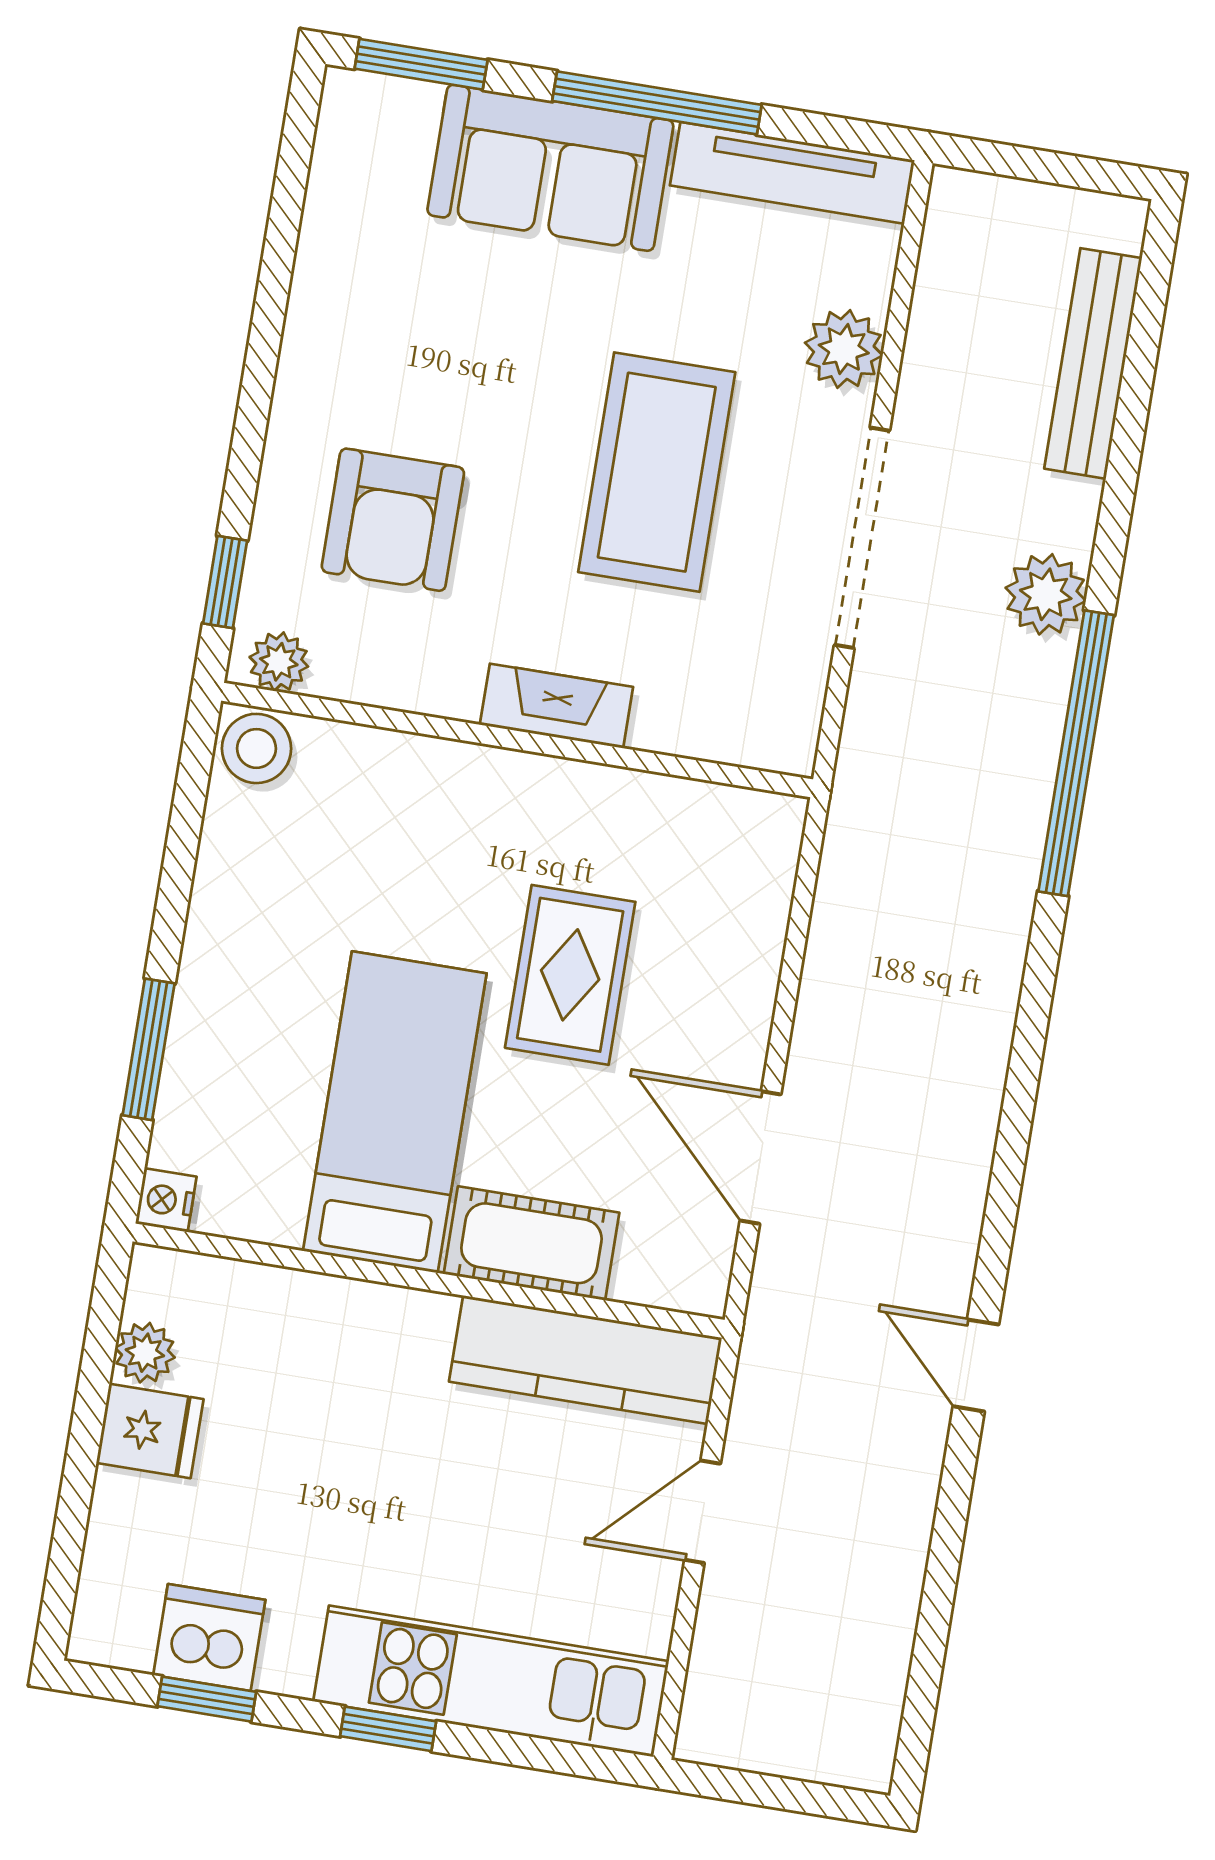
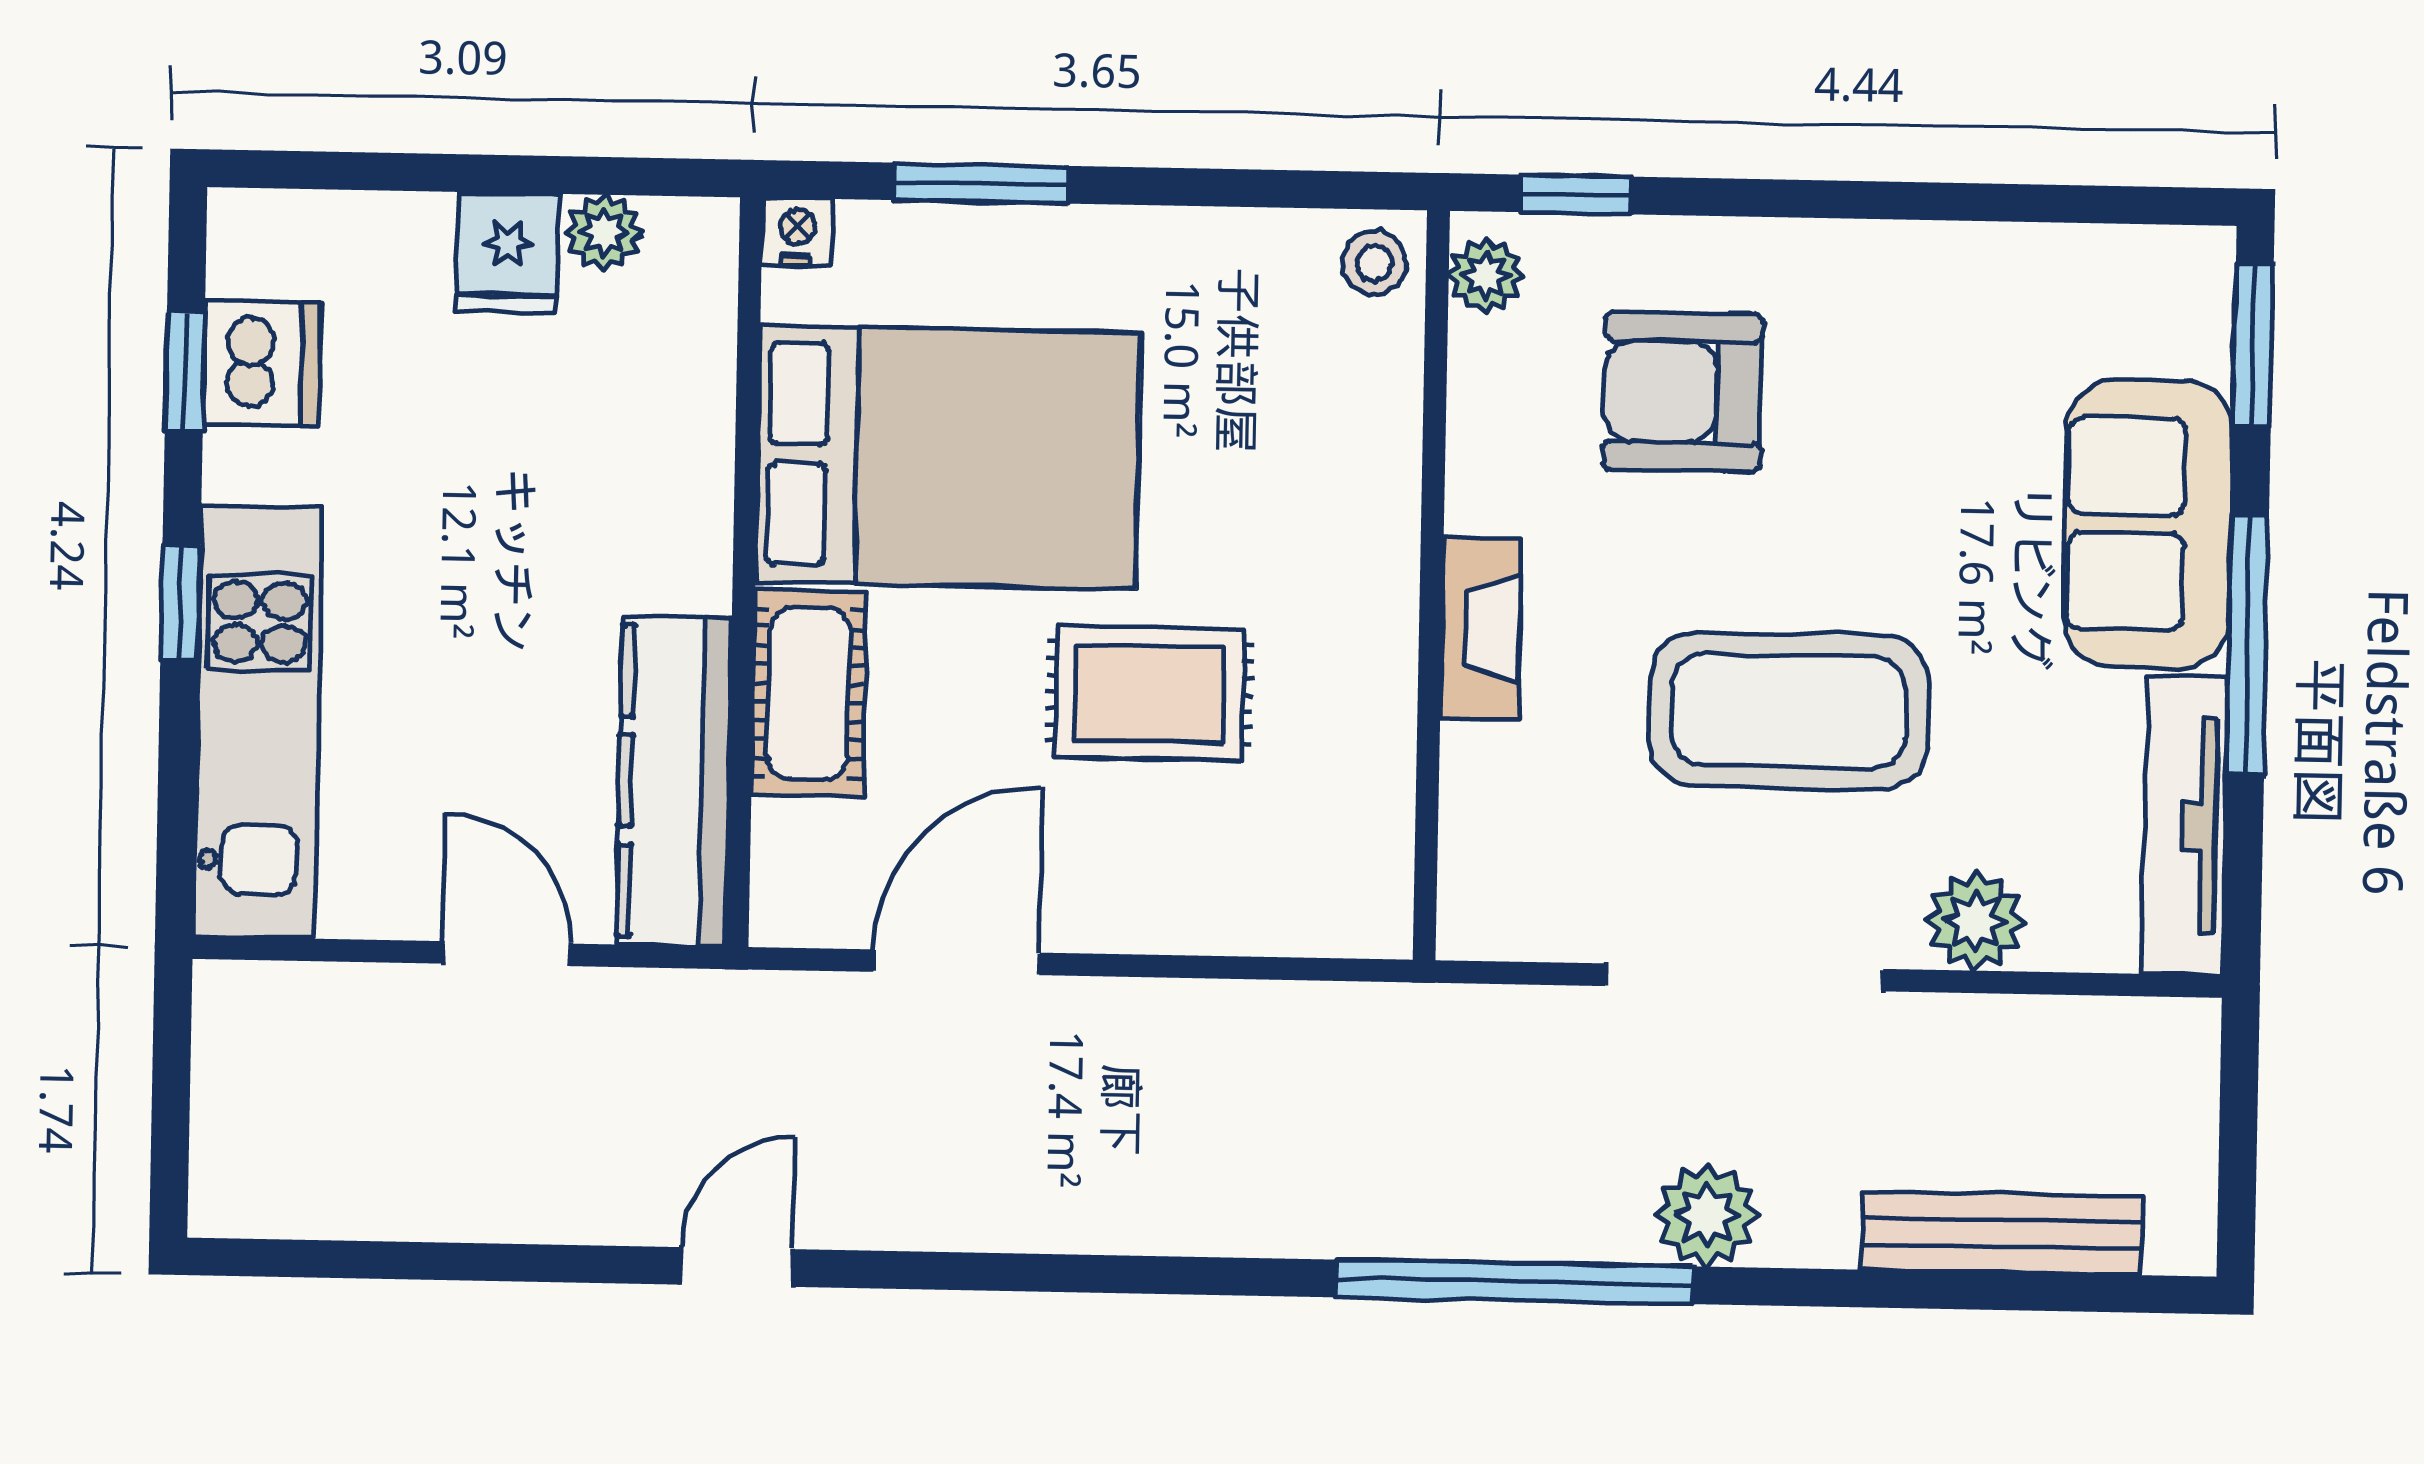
stool: (257, 748) -> (1374, 263), width x0.73, depth x0.73
bed: (395, 1112) -> (948, 457), width x1.50

